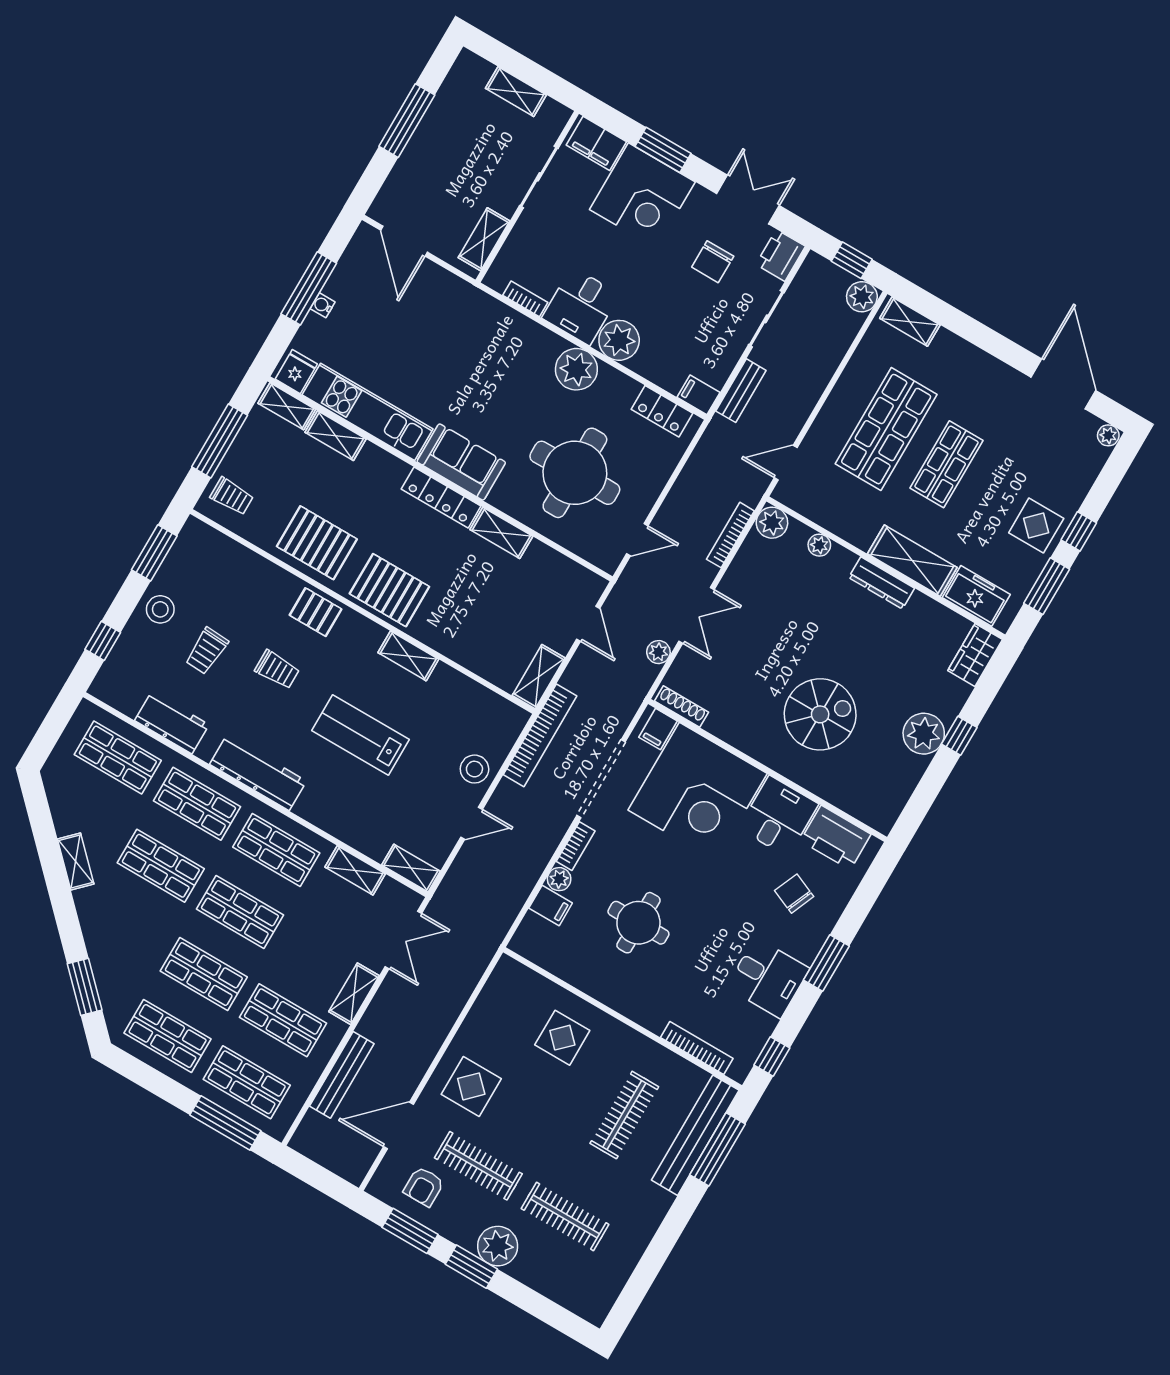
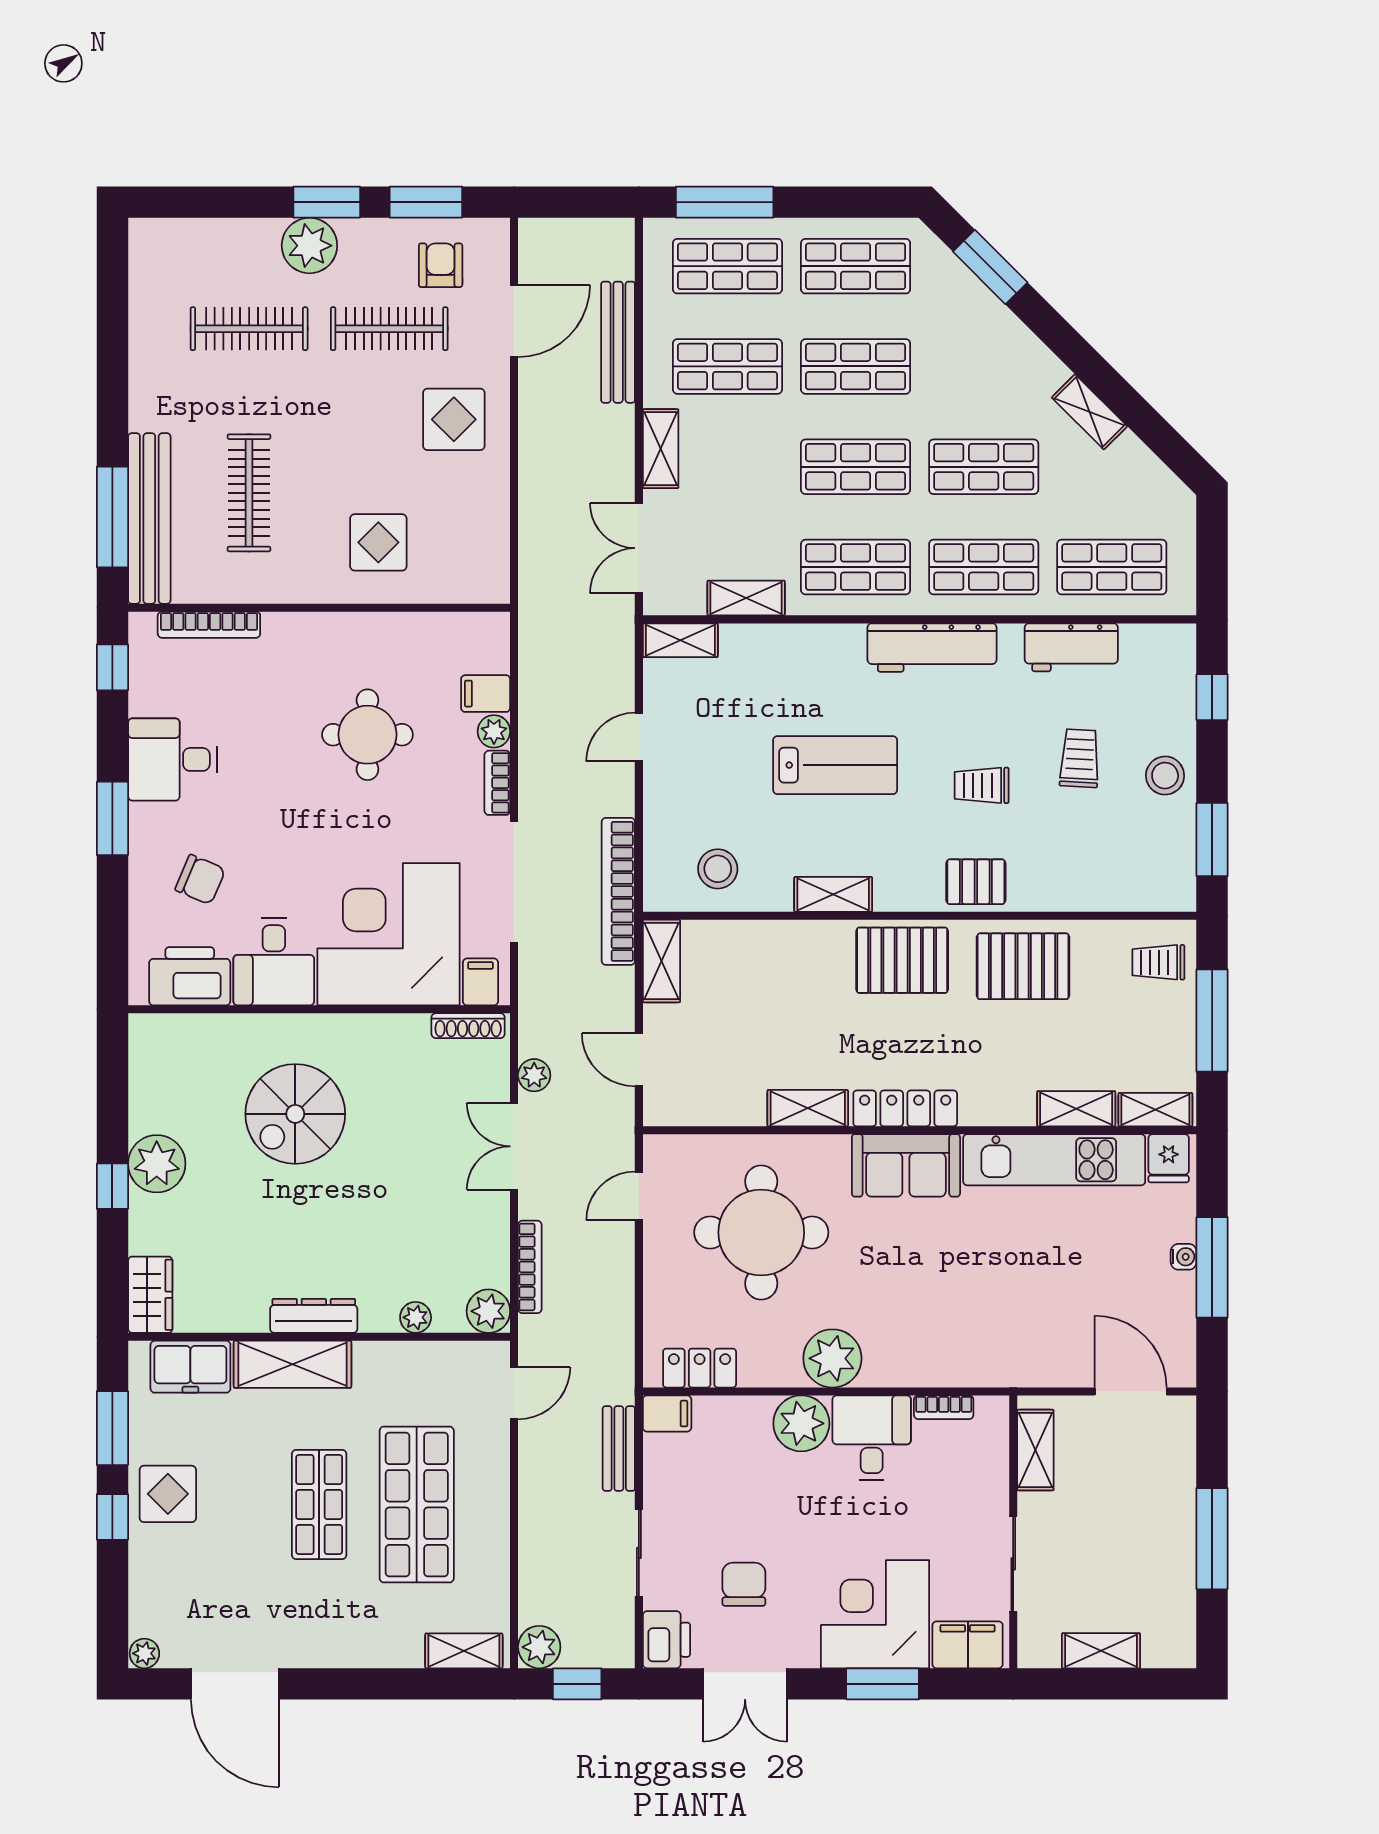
stool: (474, 769) -> (718, 869), moved

